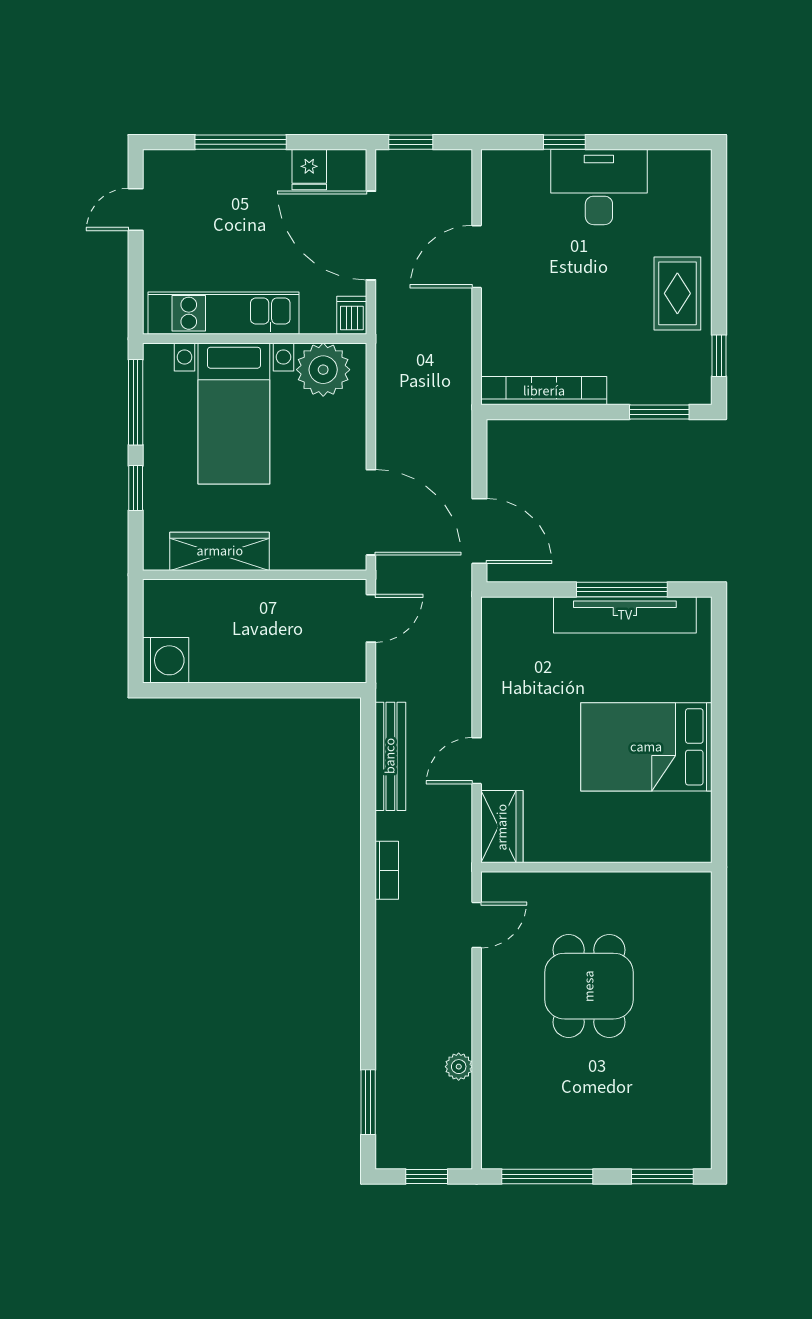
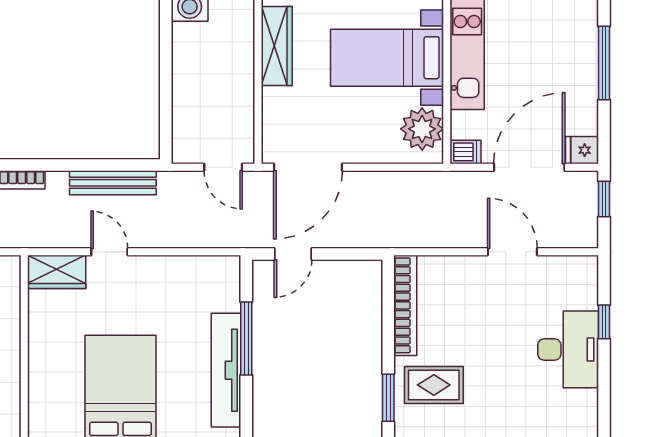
fridge: (309, 170) -> (582, 150), moved
rug: (677, 293) -> (434, 385), moved
door: (479, 531) -> (293, 254), width x0.73
window: (622, 590) -> (246, 338), moved

